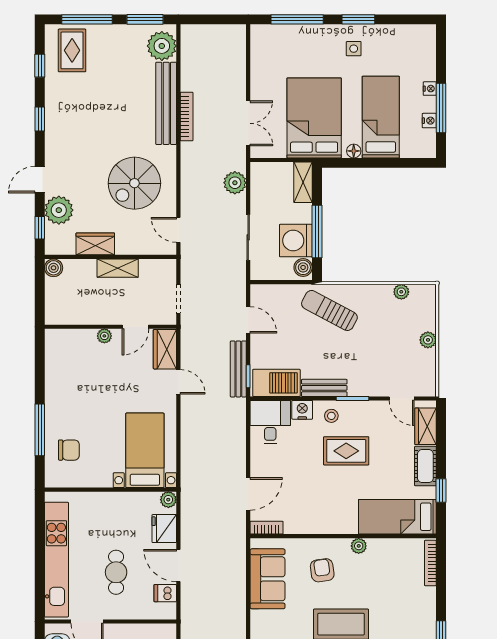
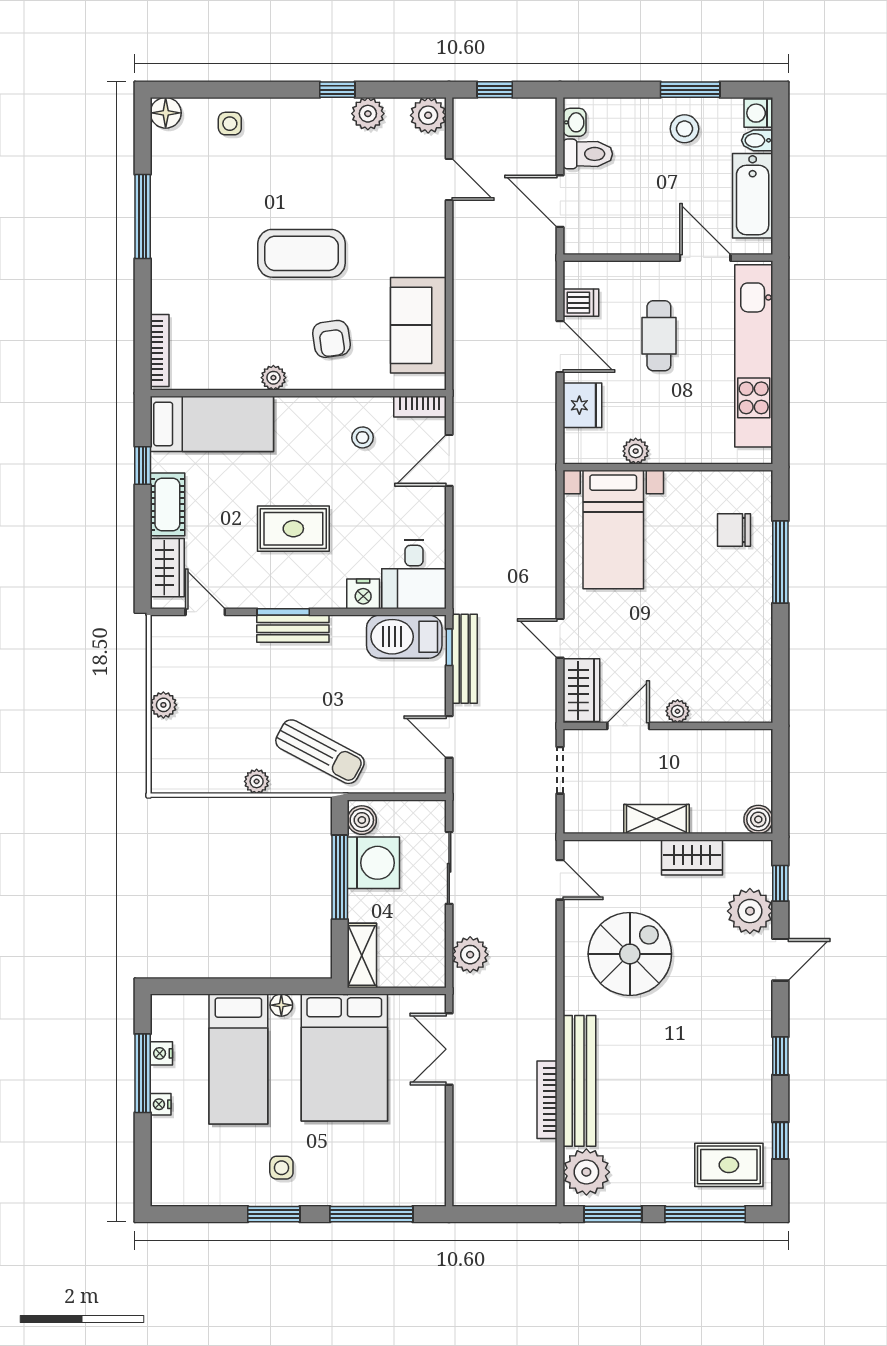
rug: (72, 50) -> (729, 1165), turned 90
bookcase: (187, 116) -> (547, 1100), moved
plant: (401, 292) -> (257, 781), moved
bench: (324, 388) -> (293, 629), moved
stool: (331, 416) -> (362, 437), moved
plant: (168, 500) -> (636, 451), moved

